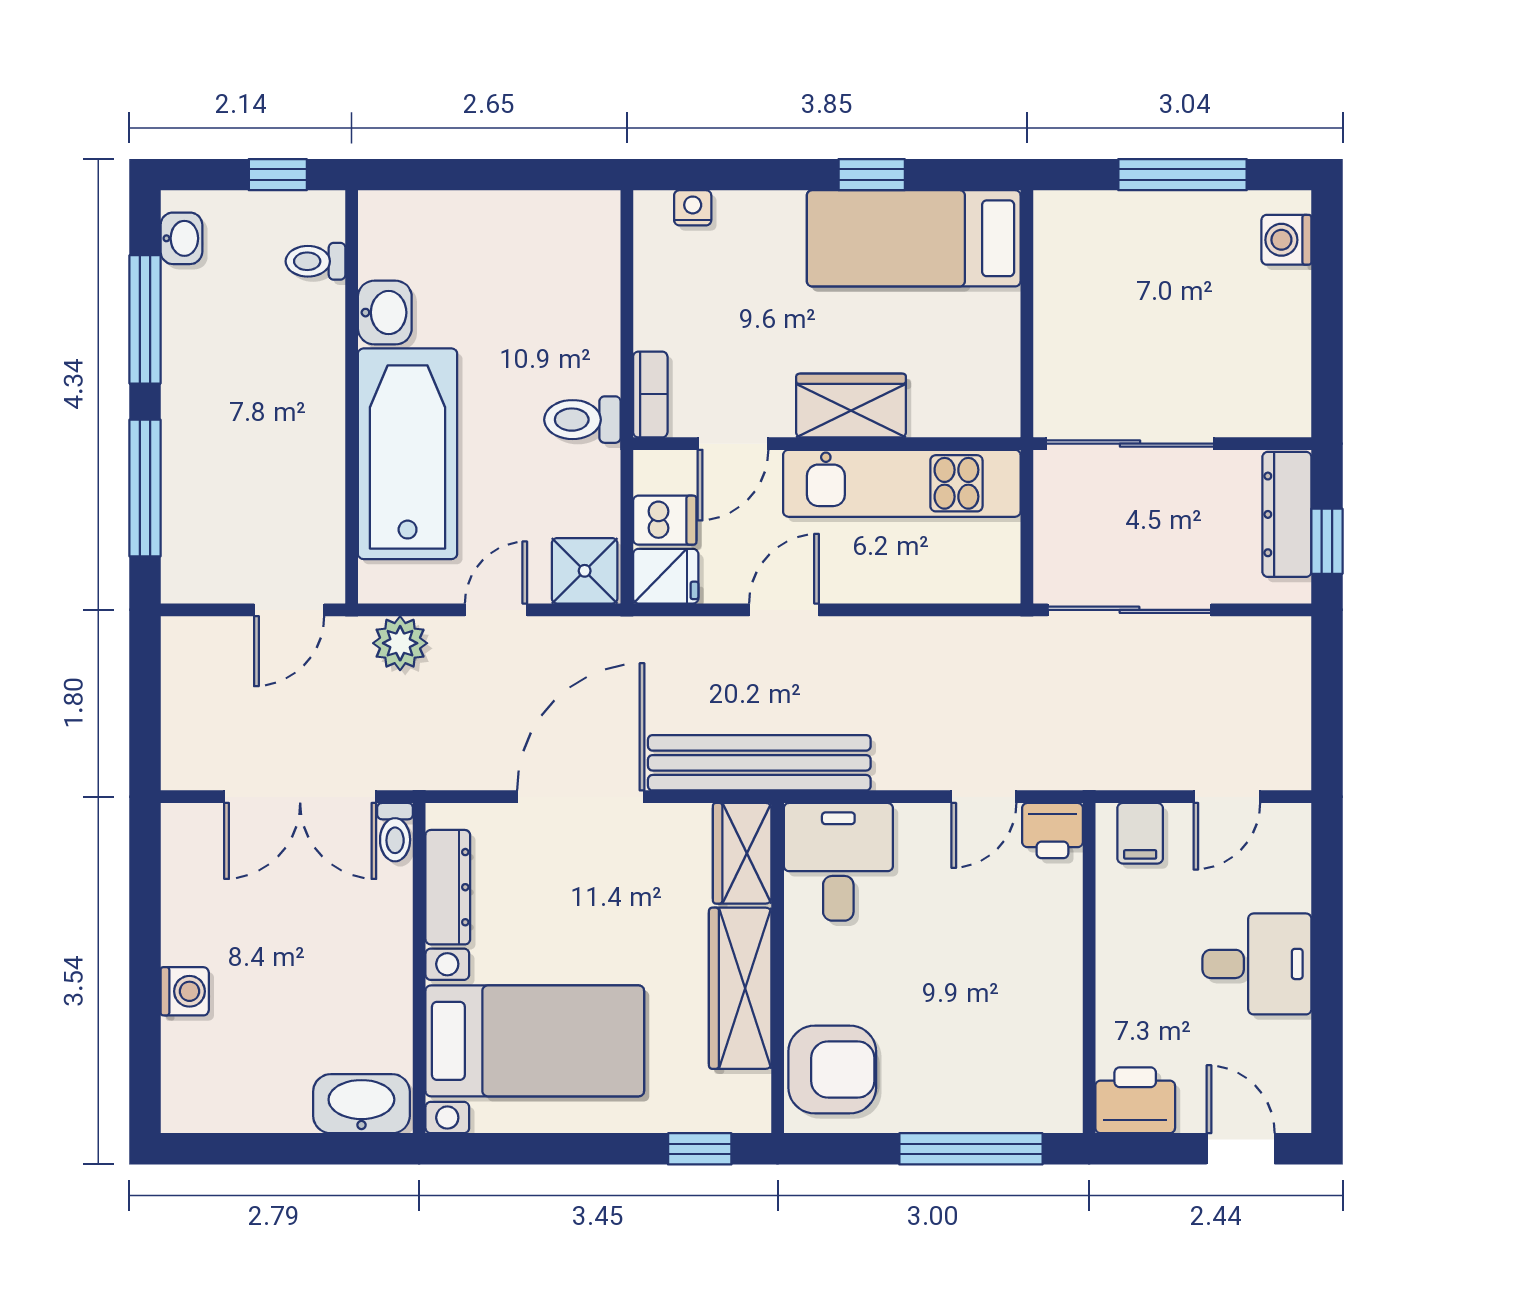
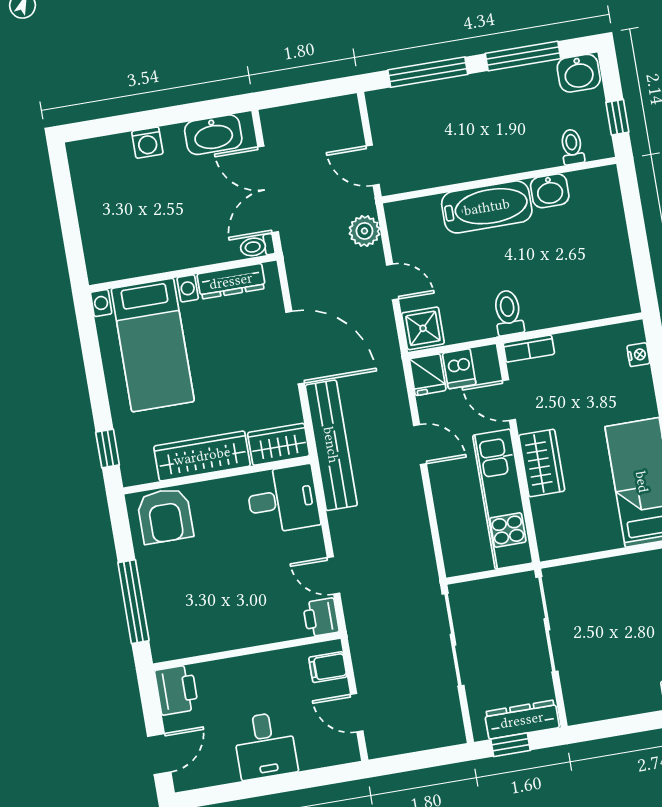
washbasin: (181, 238) -> (579, 73), width x1.38, depth x1.45
bathtub: (408, 454) -> (487, 207), width x0.73, depth x0.73
washbasin: (361, 1104) -> (213, 135), moved, turned 90

